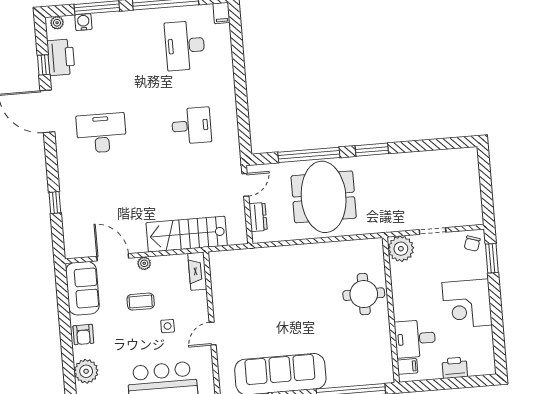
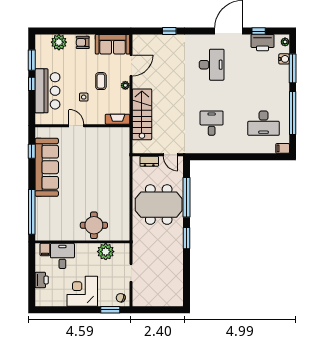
desk: (185, 46) -> (264, 123), turned 180
desk: (191, 126) -> (212, 123), turned 180
plant: (401, 249) -> (106, 252), moved

